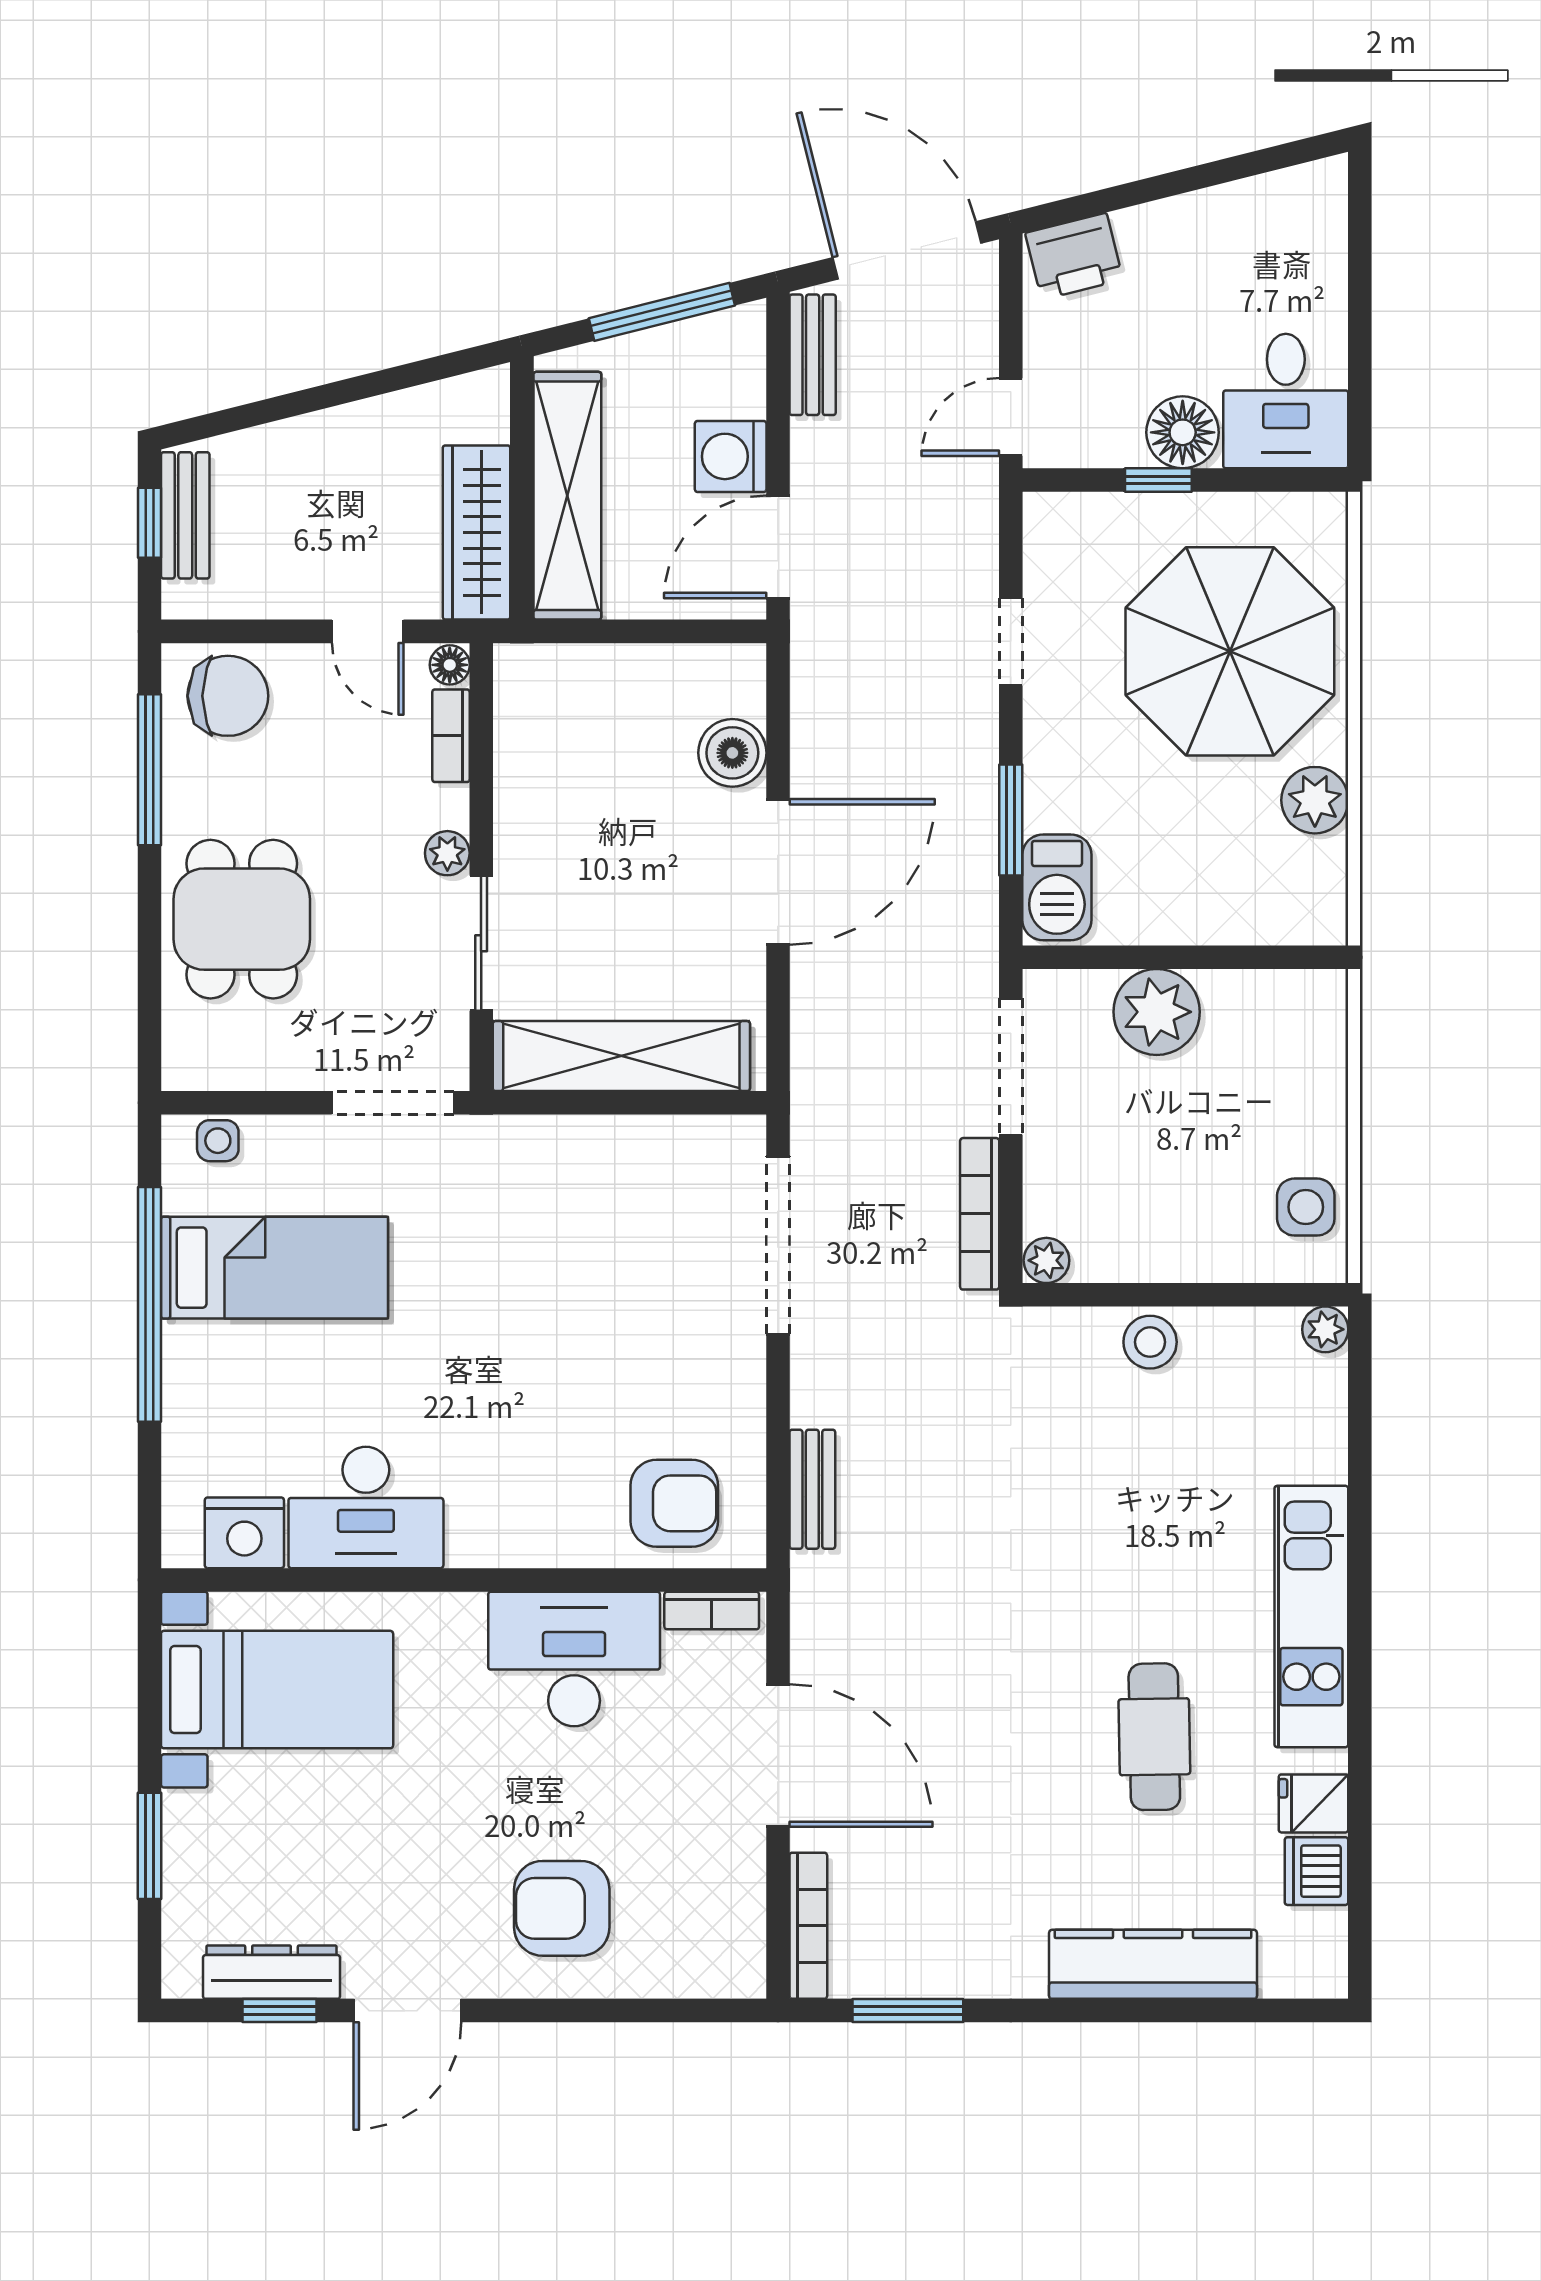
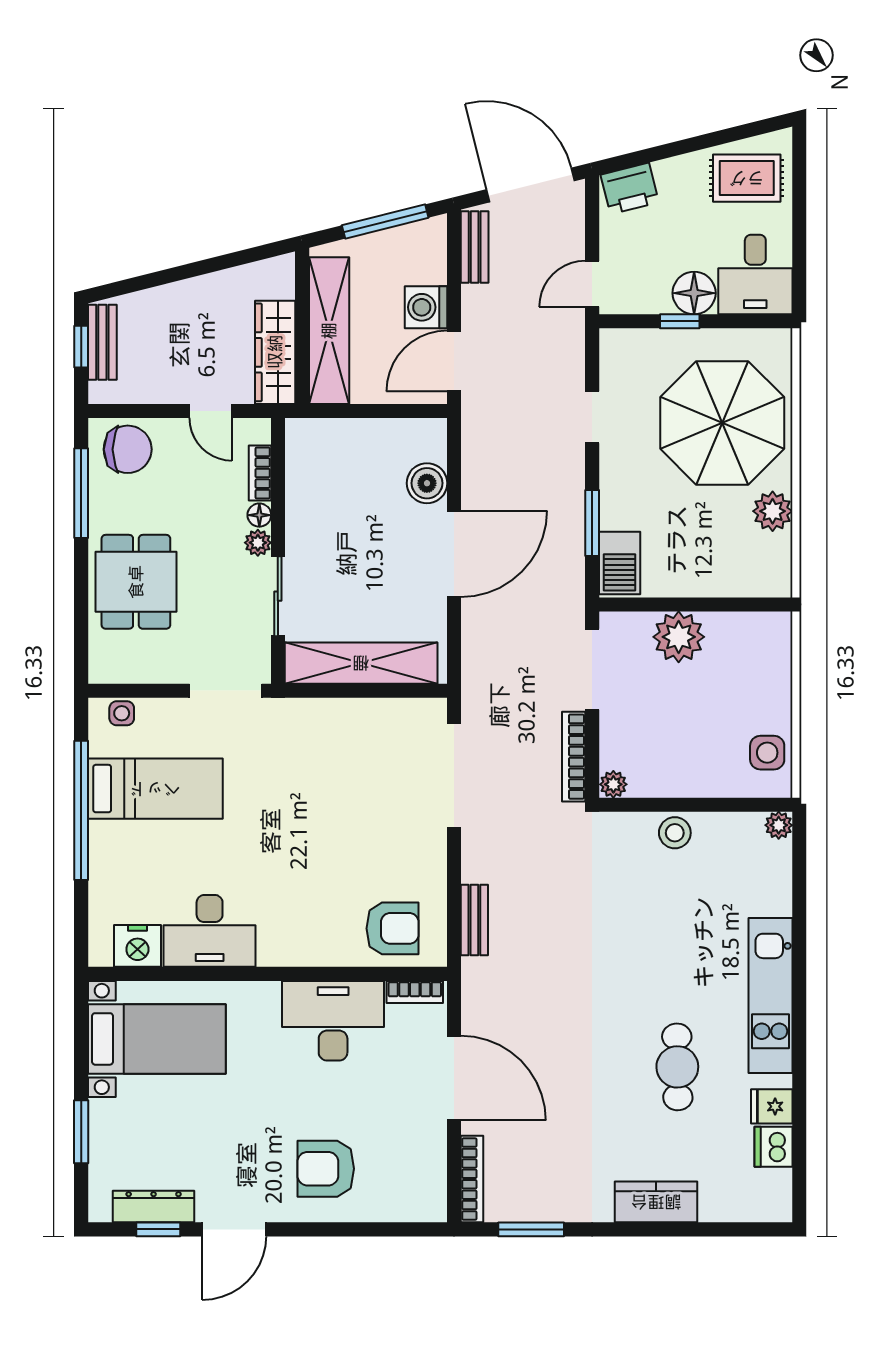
rug: (1271, 239) -> (747, 178), added
floor lamp: (450, 665) -> (259, 515), moved
kitchen counter: (1153, 1964) -> (656, 1202), width x0.67

